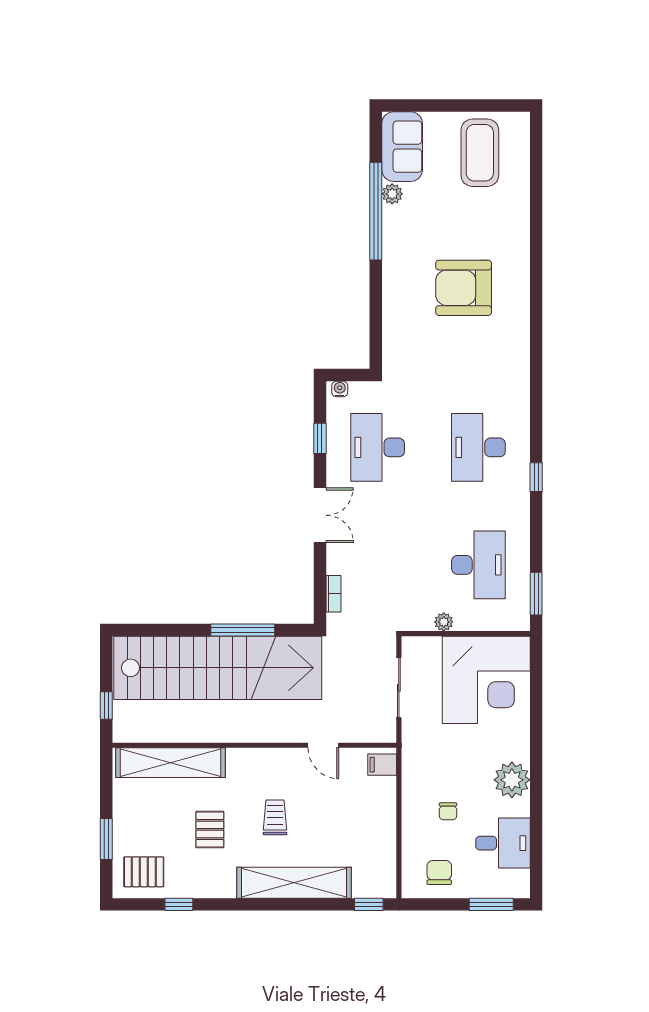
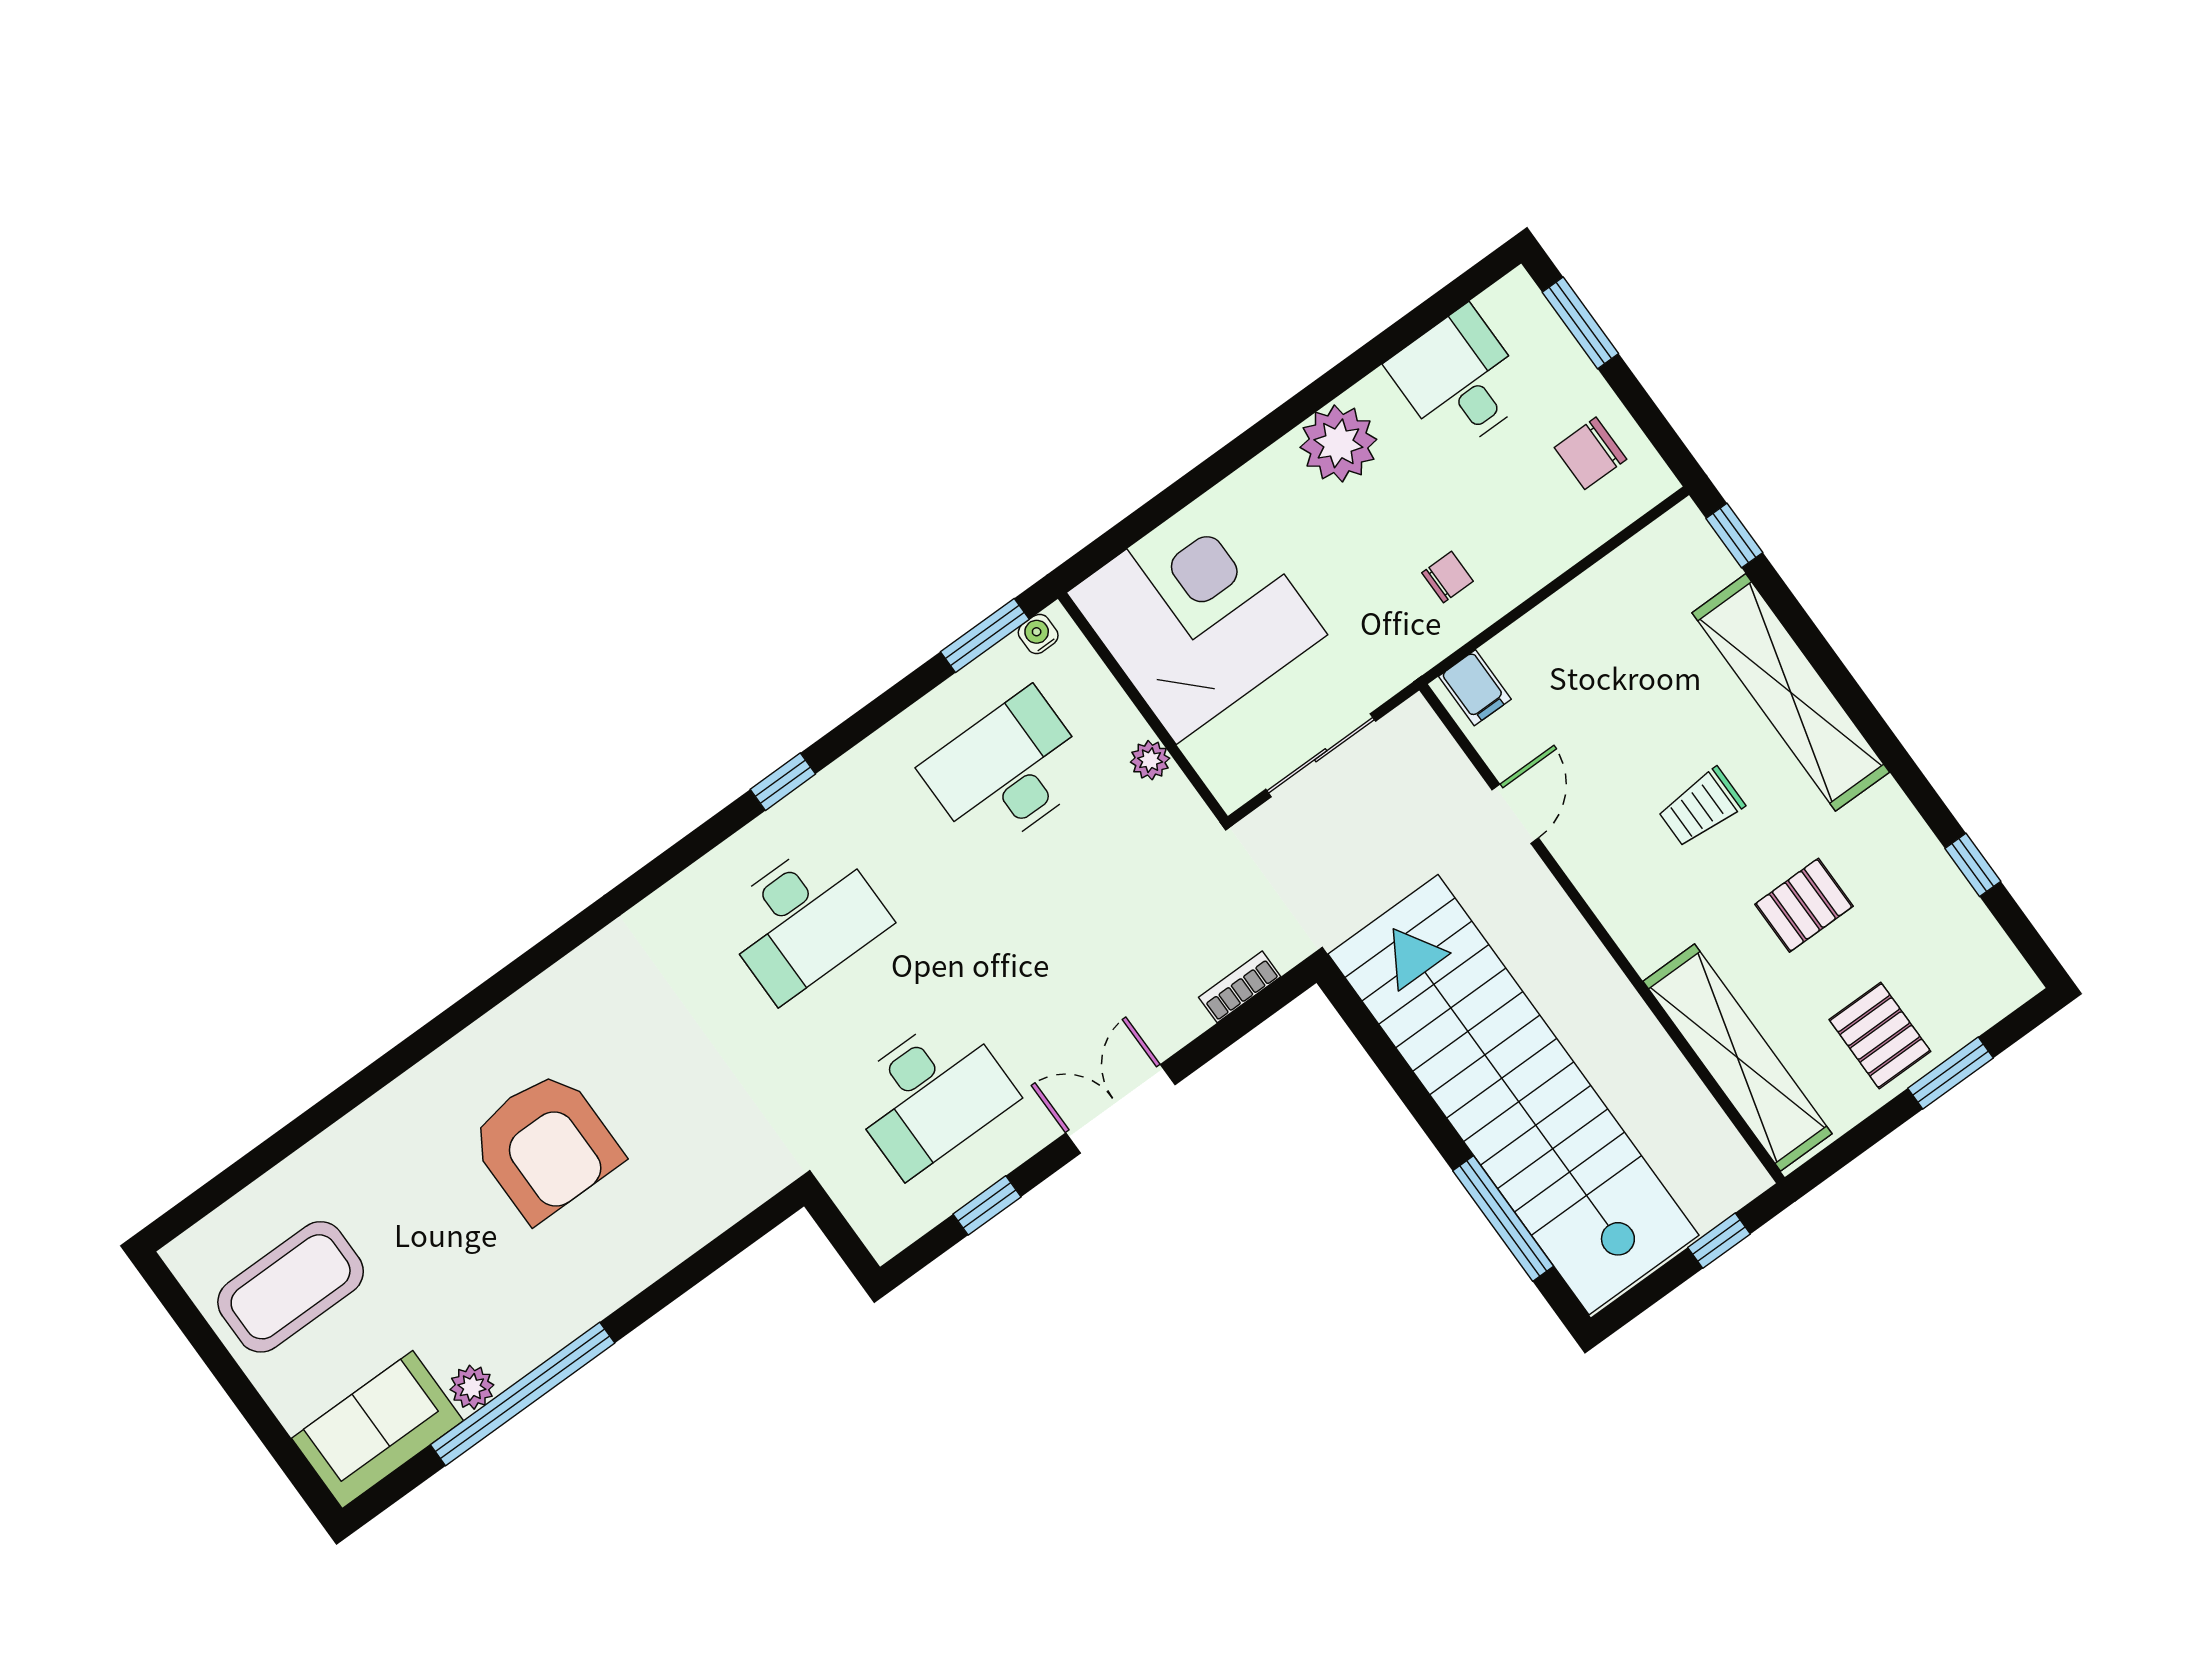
water cooler: (340, 389) -> (1038, 634), moved, turned 90
window: (243, 630) -> (1503, 1218), moved
chair: (448, 811) -> (1448, 577), moved
pallet: (144, 872) -> (1880, 1036), moved

